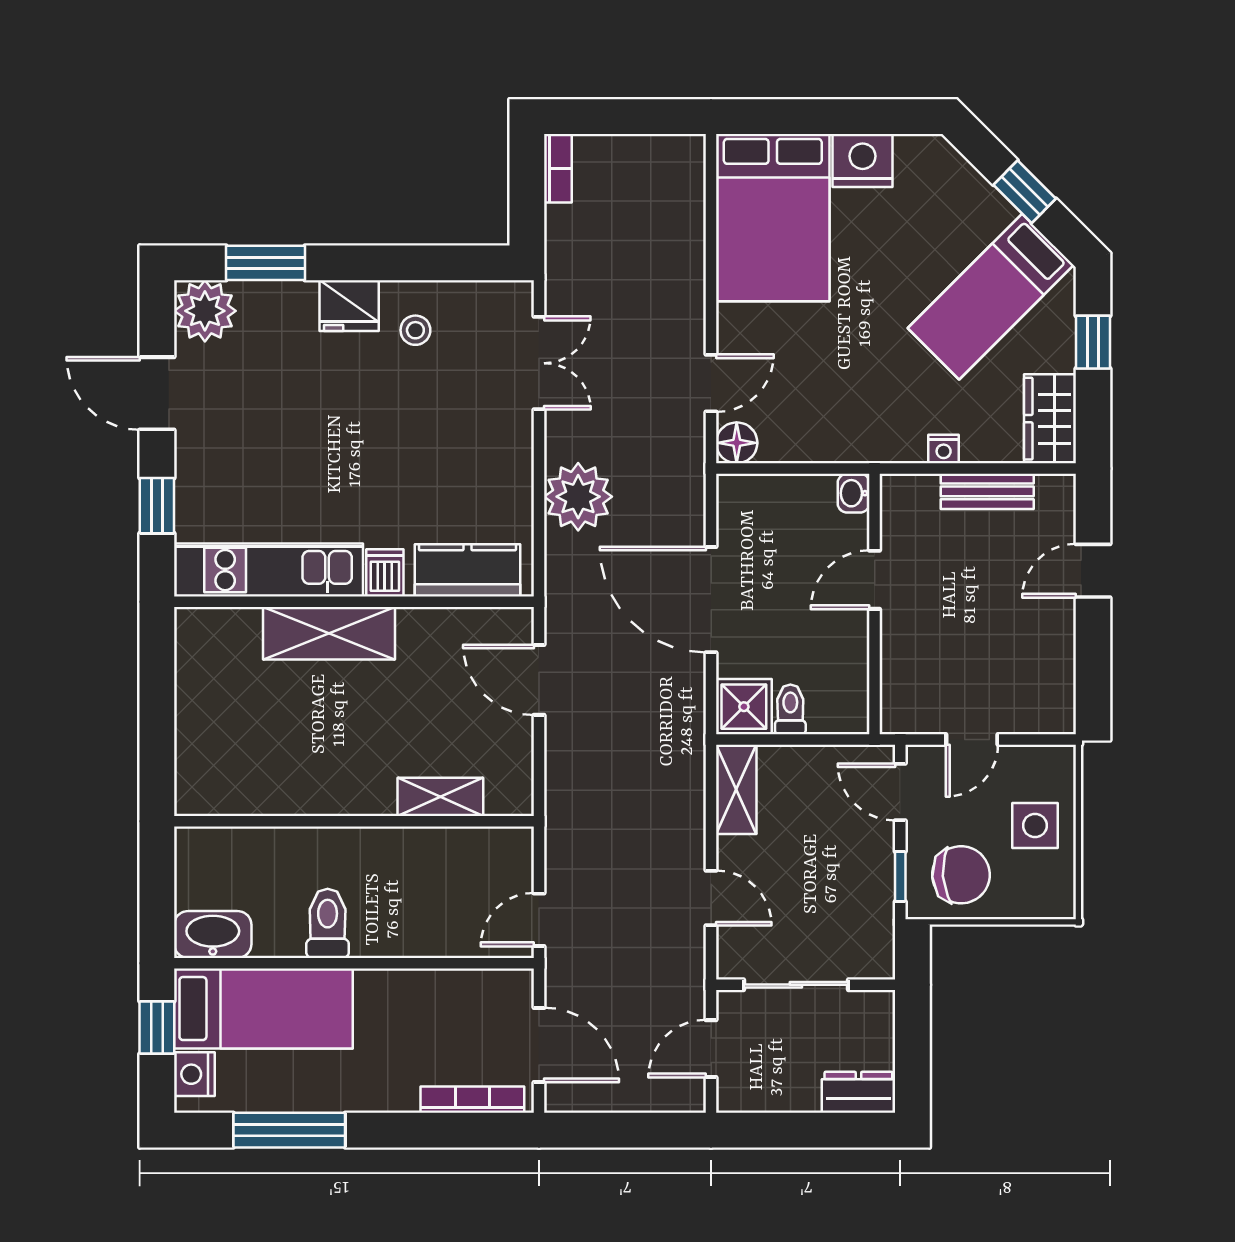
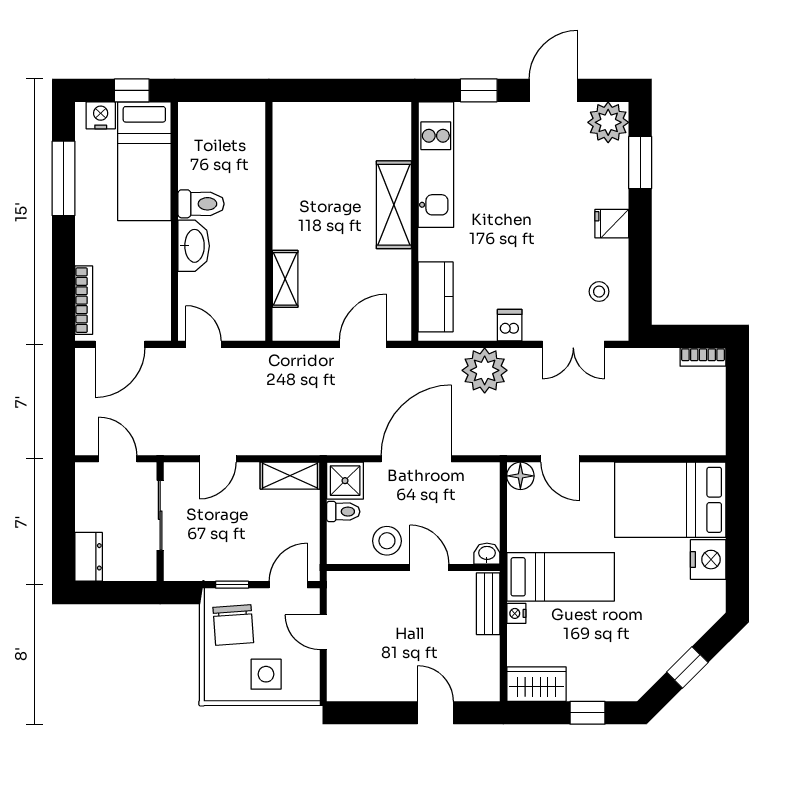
bed: (991, 297) -> (561, 577), moved, turned 135
fridge: (349, 306) -> (612, 224), width x0.72
stool: (415, 330) -> (599, 292), moved
bench: (987, 491) -> (488, 604), moved
dishwasher: (385, 573) -> (510, 325), moved, turned -90
stool: (834, 644) -> (387, 541), added
washbasin: (213, 934) -> (194, 246), moved

